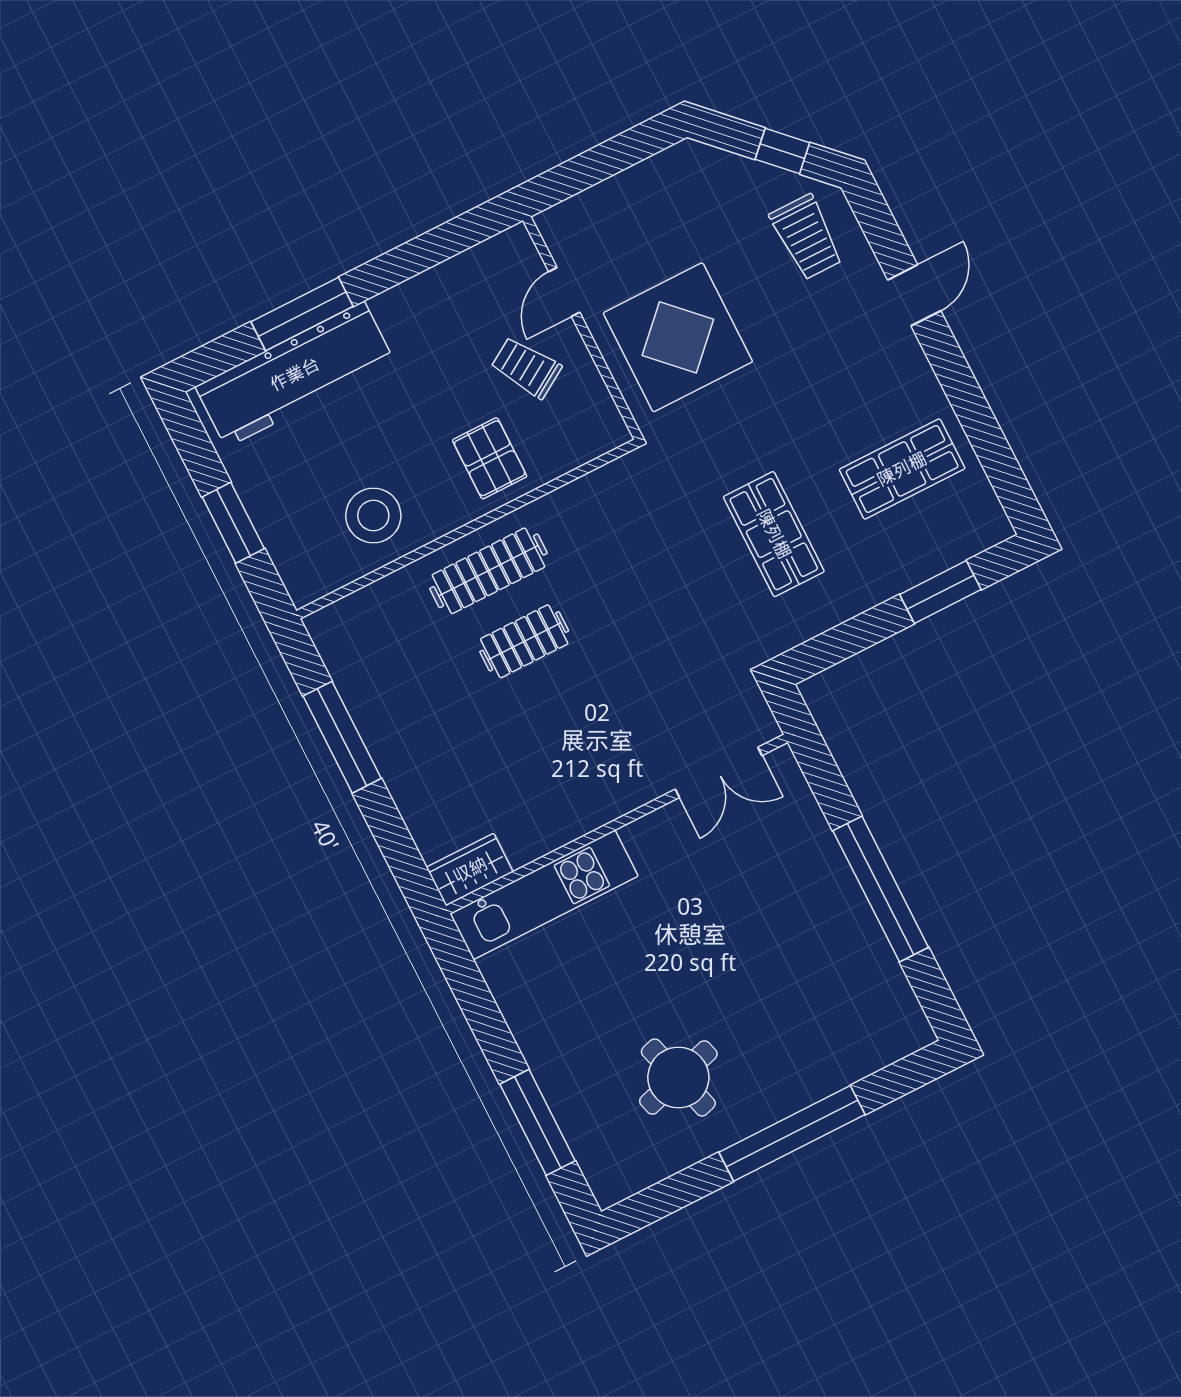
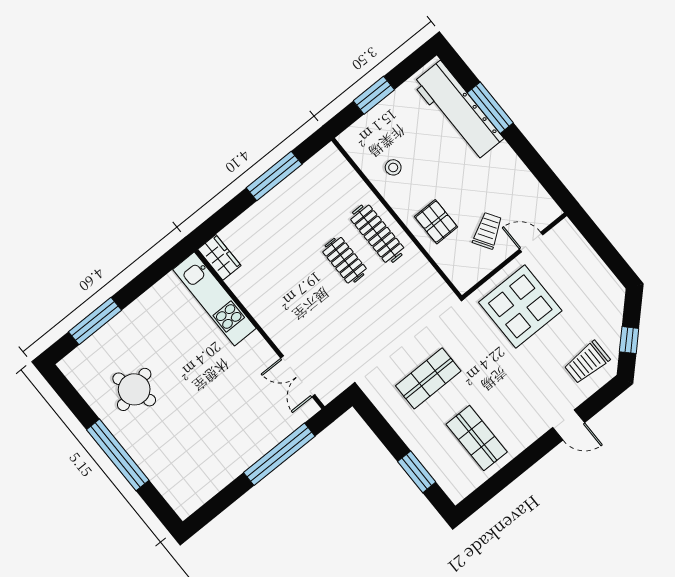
pallet: (490, 458) -> (436, 222), turned 90
stool: (373, 516) -> (393, 167), width x0.53, depth x0.53
window: (881, 889) -> (279, 454), moved

